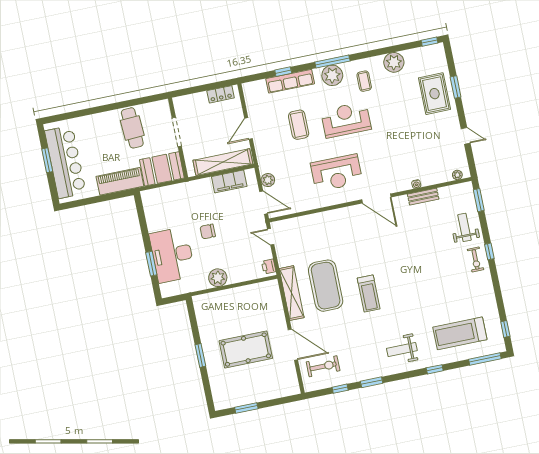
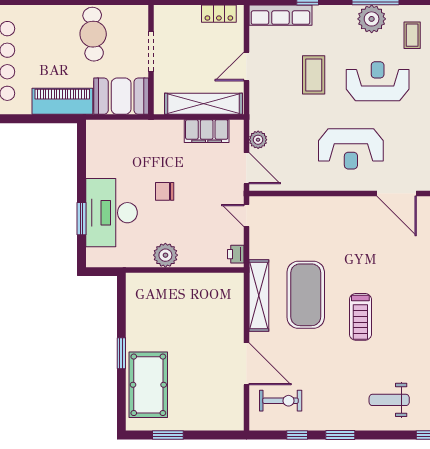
row of seats: (290, 81) -> (280, 15), moved
pool table: (246, 350) -> (148, 385), moved, turned 90

